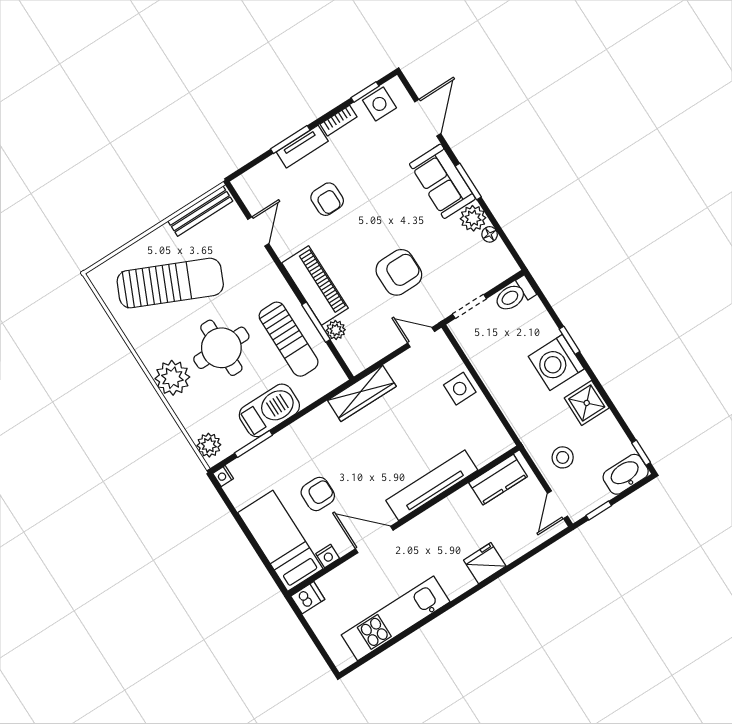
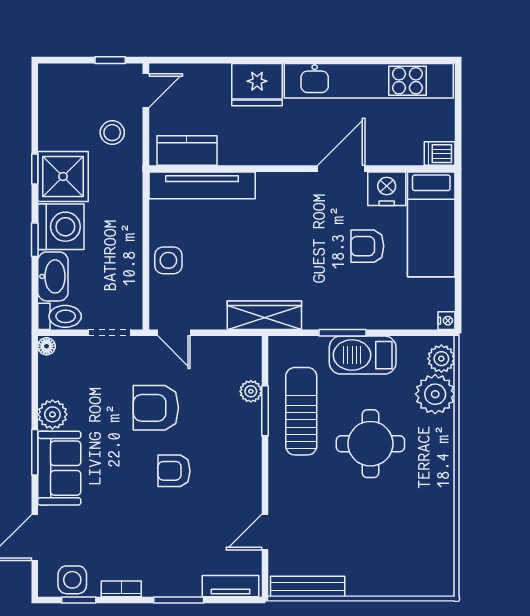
tv unit: (302, 147) -> (230, 586), moved
armchair: (327, 199) -> (174, 471), moved, turned -90
floor lamp: (490, 234) -> (47, 346), moved
sun lounger: (170, 283) -> (380, 536), removed
piano: (315, 286) -> (244, 446), removed
plant: (172, 378) -> (435, 394), moved
shower: (587, 403) -> (63, 176), width x1.36, depth x1.36
window: (253, 444) -> (343, 333), moved
window: (641, 453) -> (35, 169), moved
washbasin: (626, 474) -> (53, 276), moved, turned -90
tv unit: (432, 485) -> (202, 185), moved
door: (374, 540) -> (341, 169), swing flipped
nightstand: (328, 556) -> (387, 189), width x1.89, depth x1.79
fridge: (485, 563) -> (257, 85), width x1.36, depth x1.34
kitchen unit: (396, 618) -> (369, 81), width x1.36

